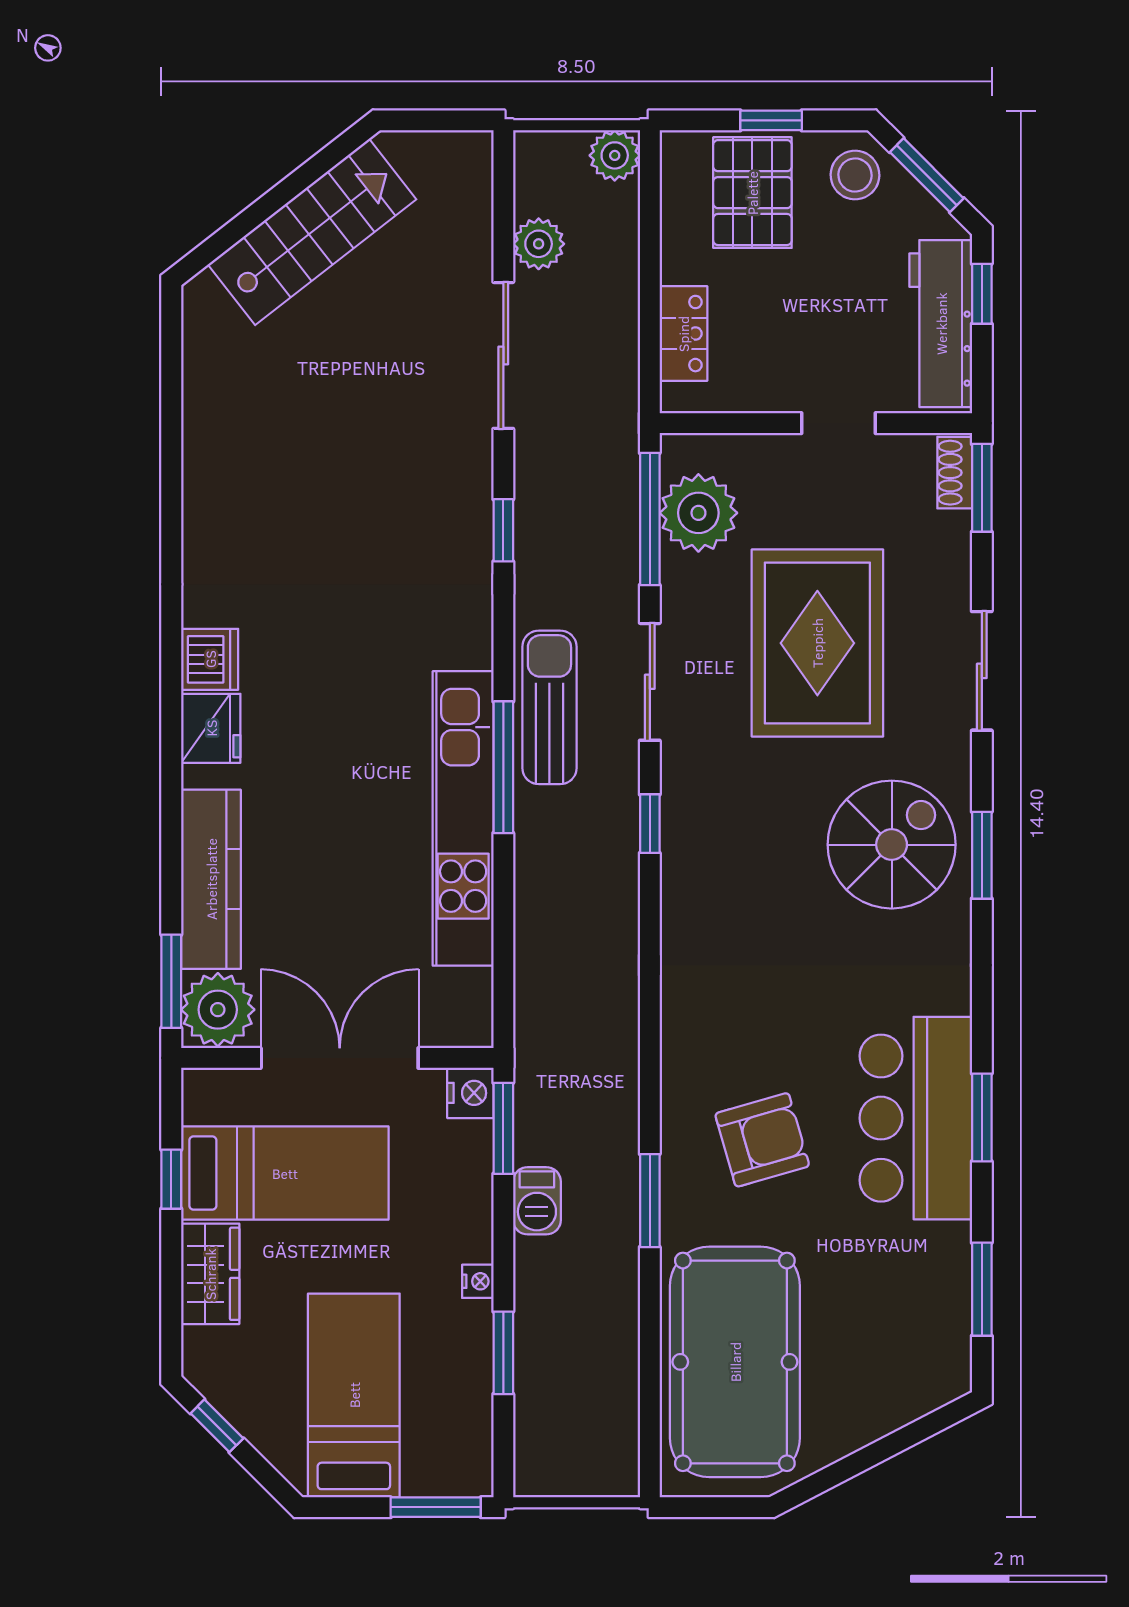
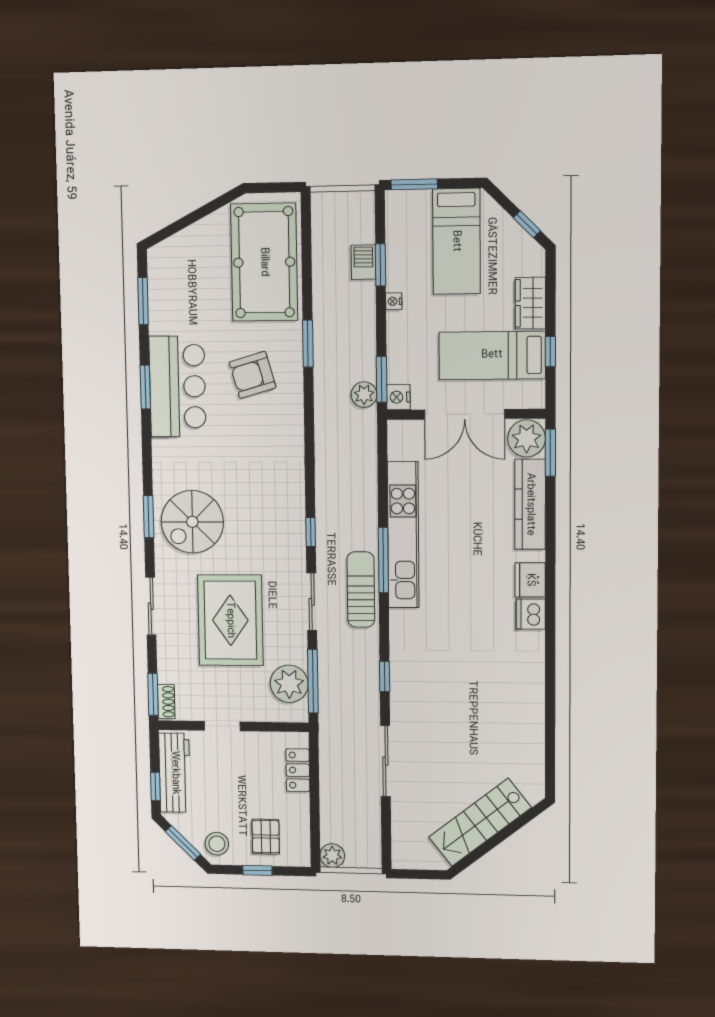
pallet: (752, 193) -> (266, 837), width x0.67, depth x0.71
plant: (539, 244) -> (364, 395), moved
sun lounger: (549, 707) -> (361, 590), turned 180
barbecue: (537, 1201) -> (363, 262), moved

